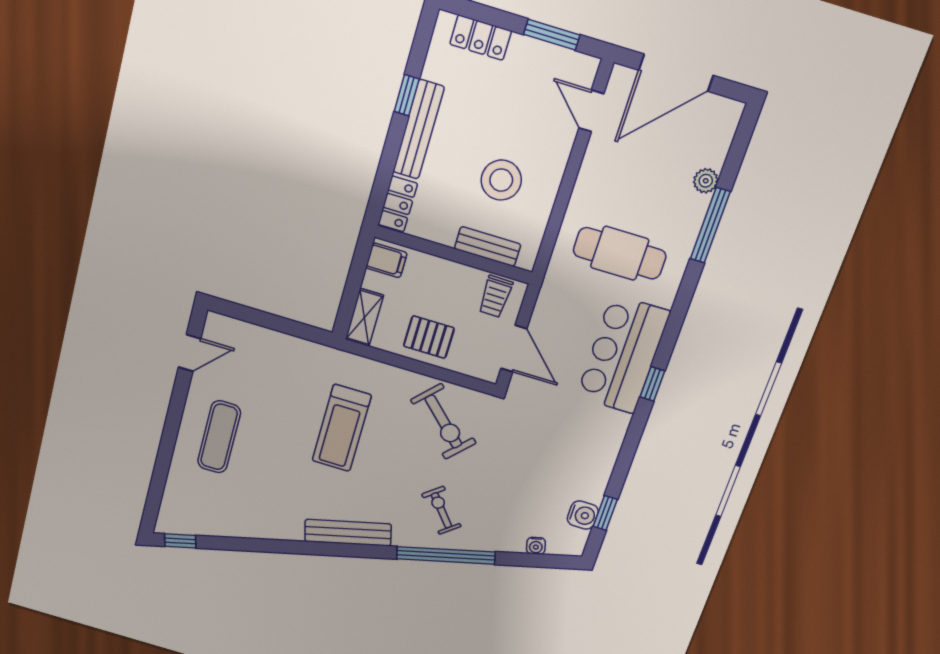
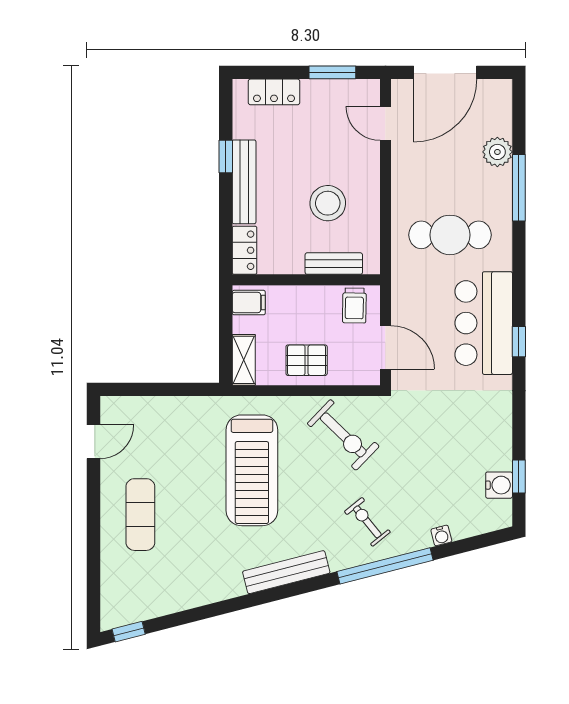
plant: (706, 181) -> (497, 152), width x1.38, depth x1.38
treadmill: (342, 428) -> (252, 470), width x1.37, depth x1.38
water cooler: (536, 546) -> (441, 535), moved

